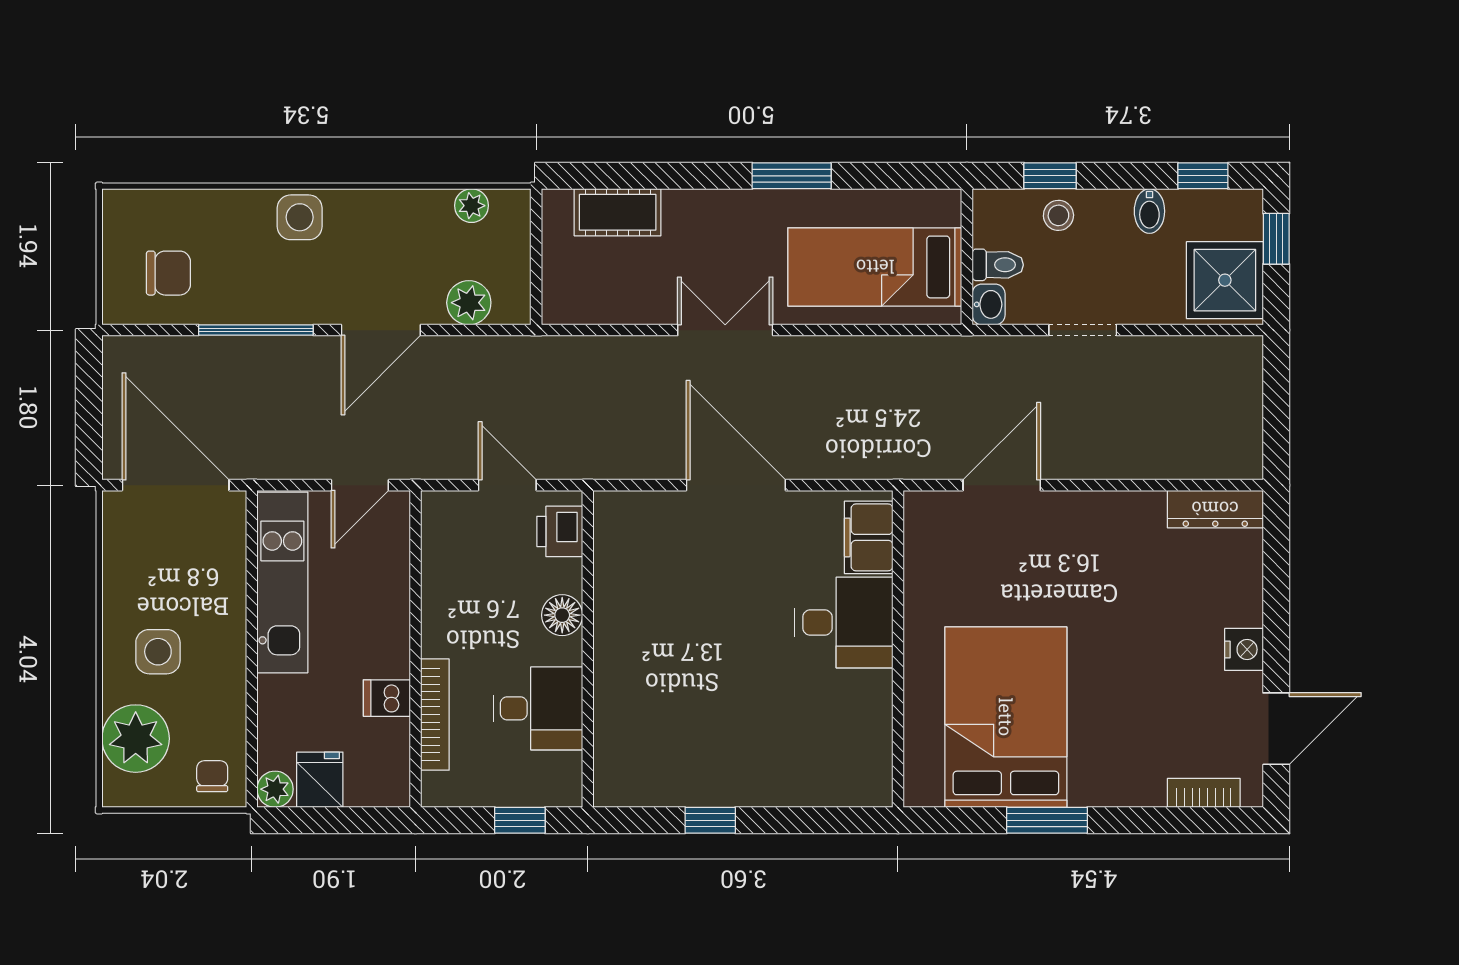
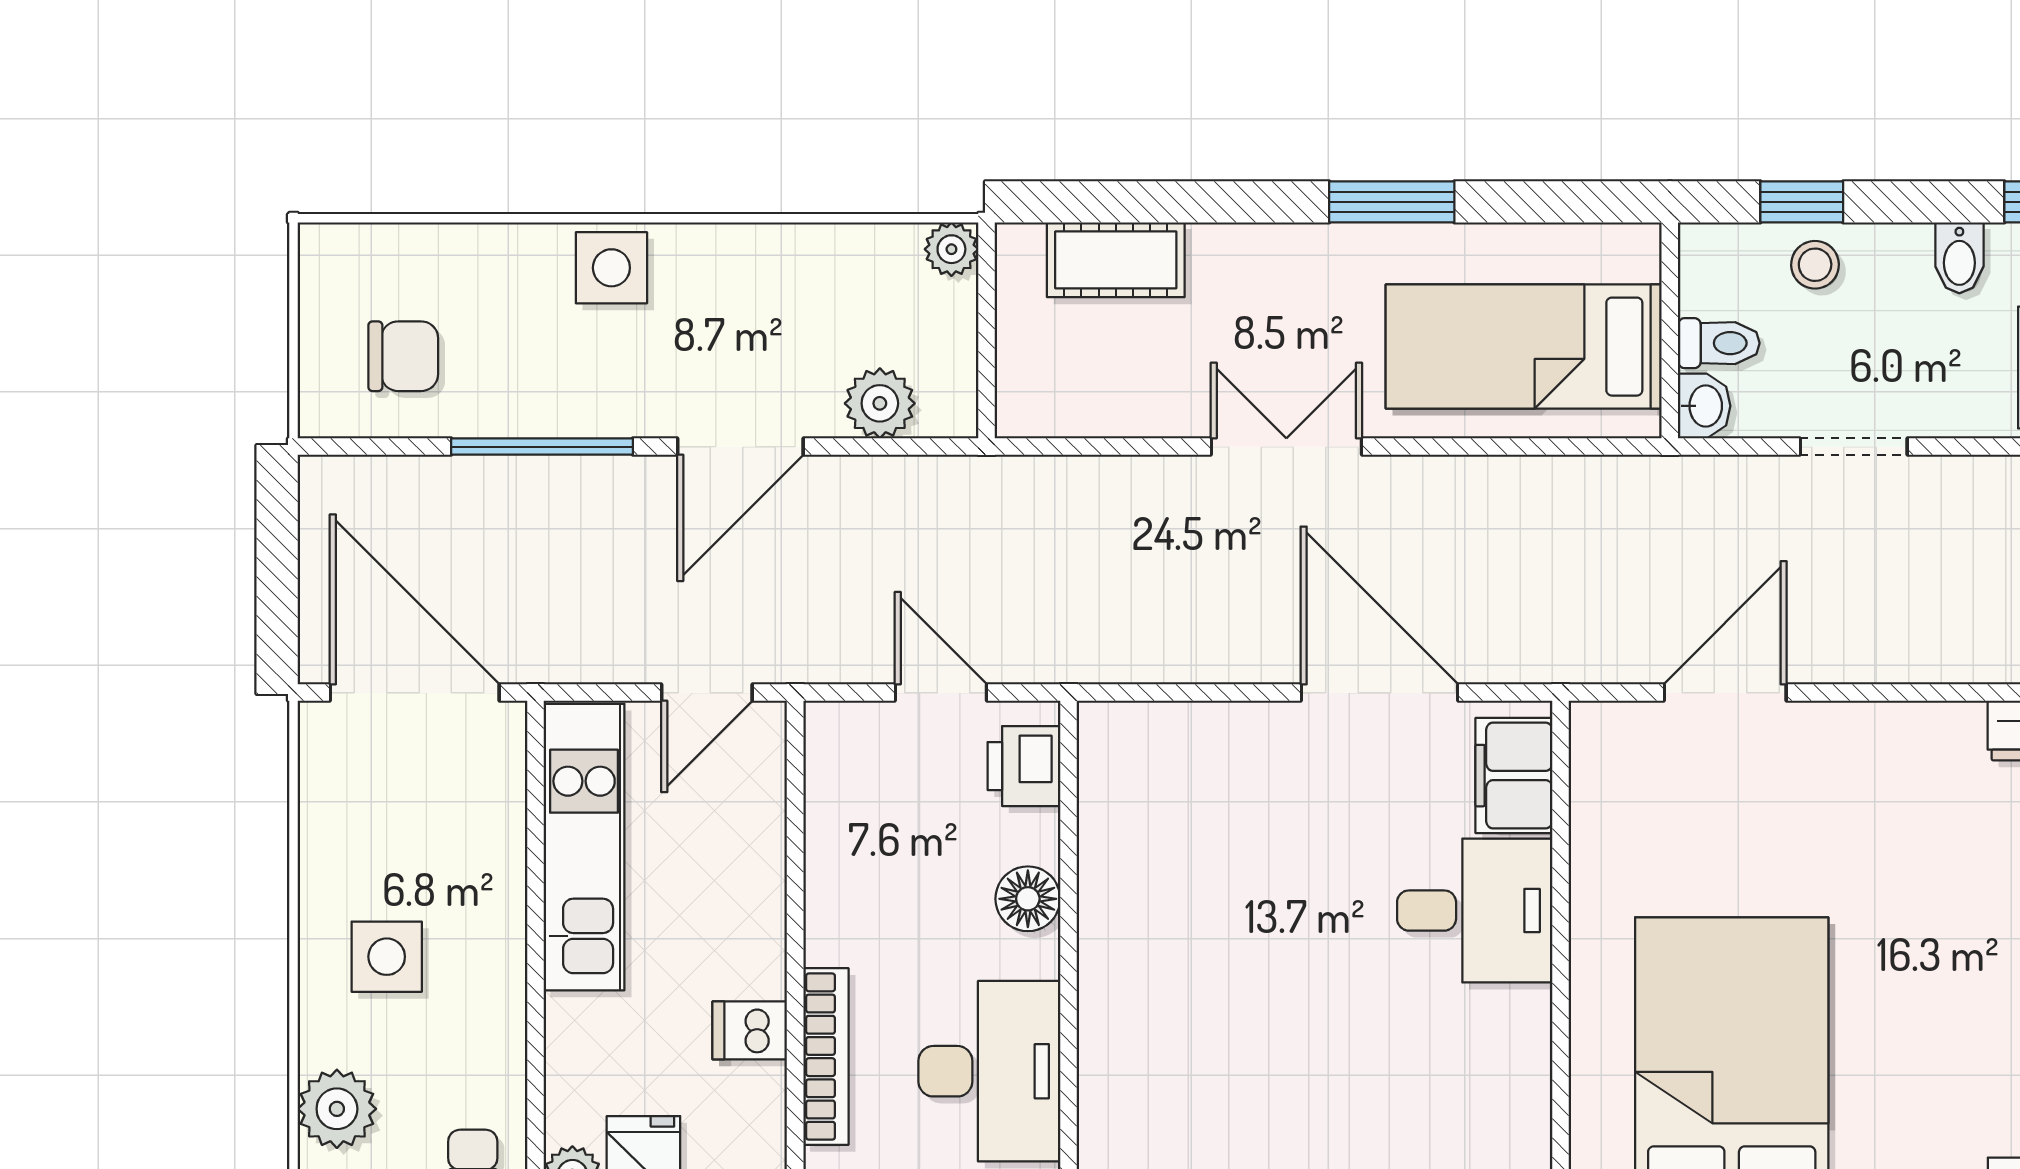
plant: (472, 206) -> (951, 249), moved
door: (736, 485) -> (1379, 693), moved
desk: (538, 708) -> (989, 1071), width x1.37
plant: (136, 739) -> (337, 1109), width x0.73, depth x0.73

